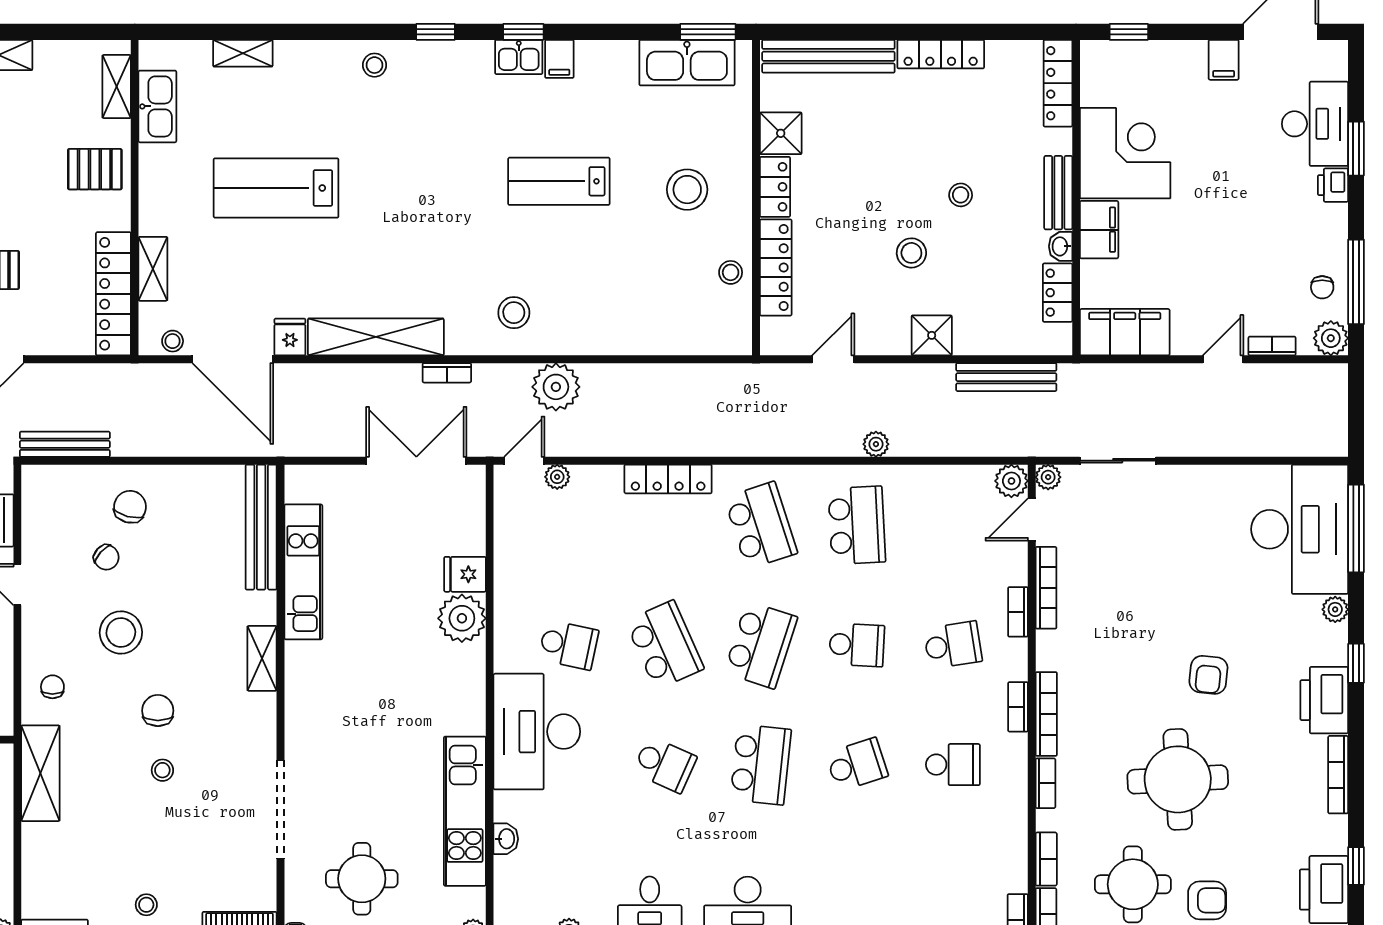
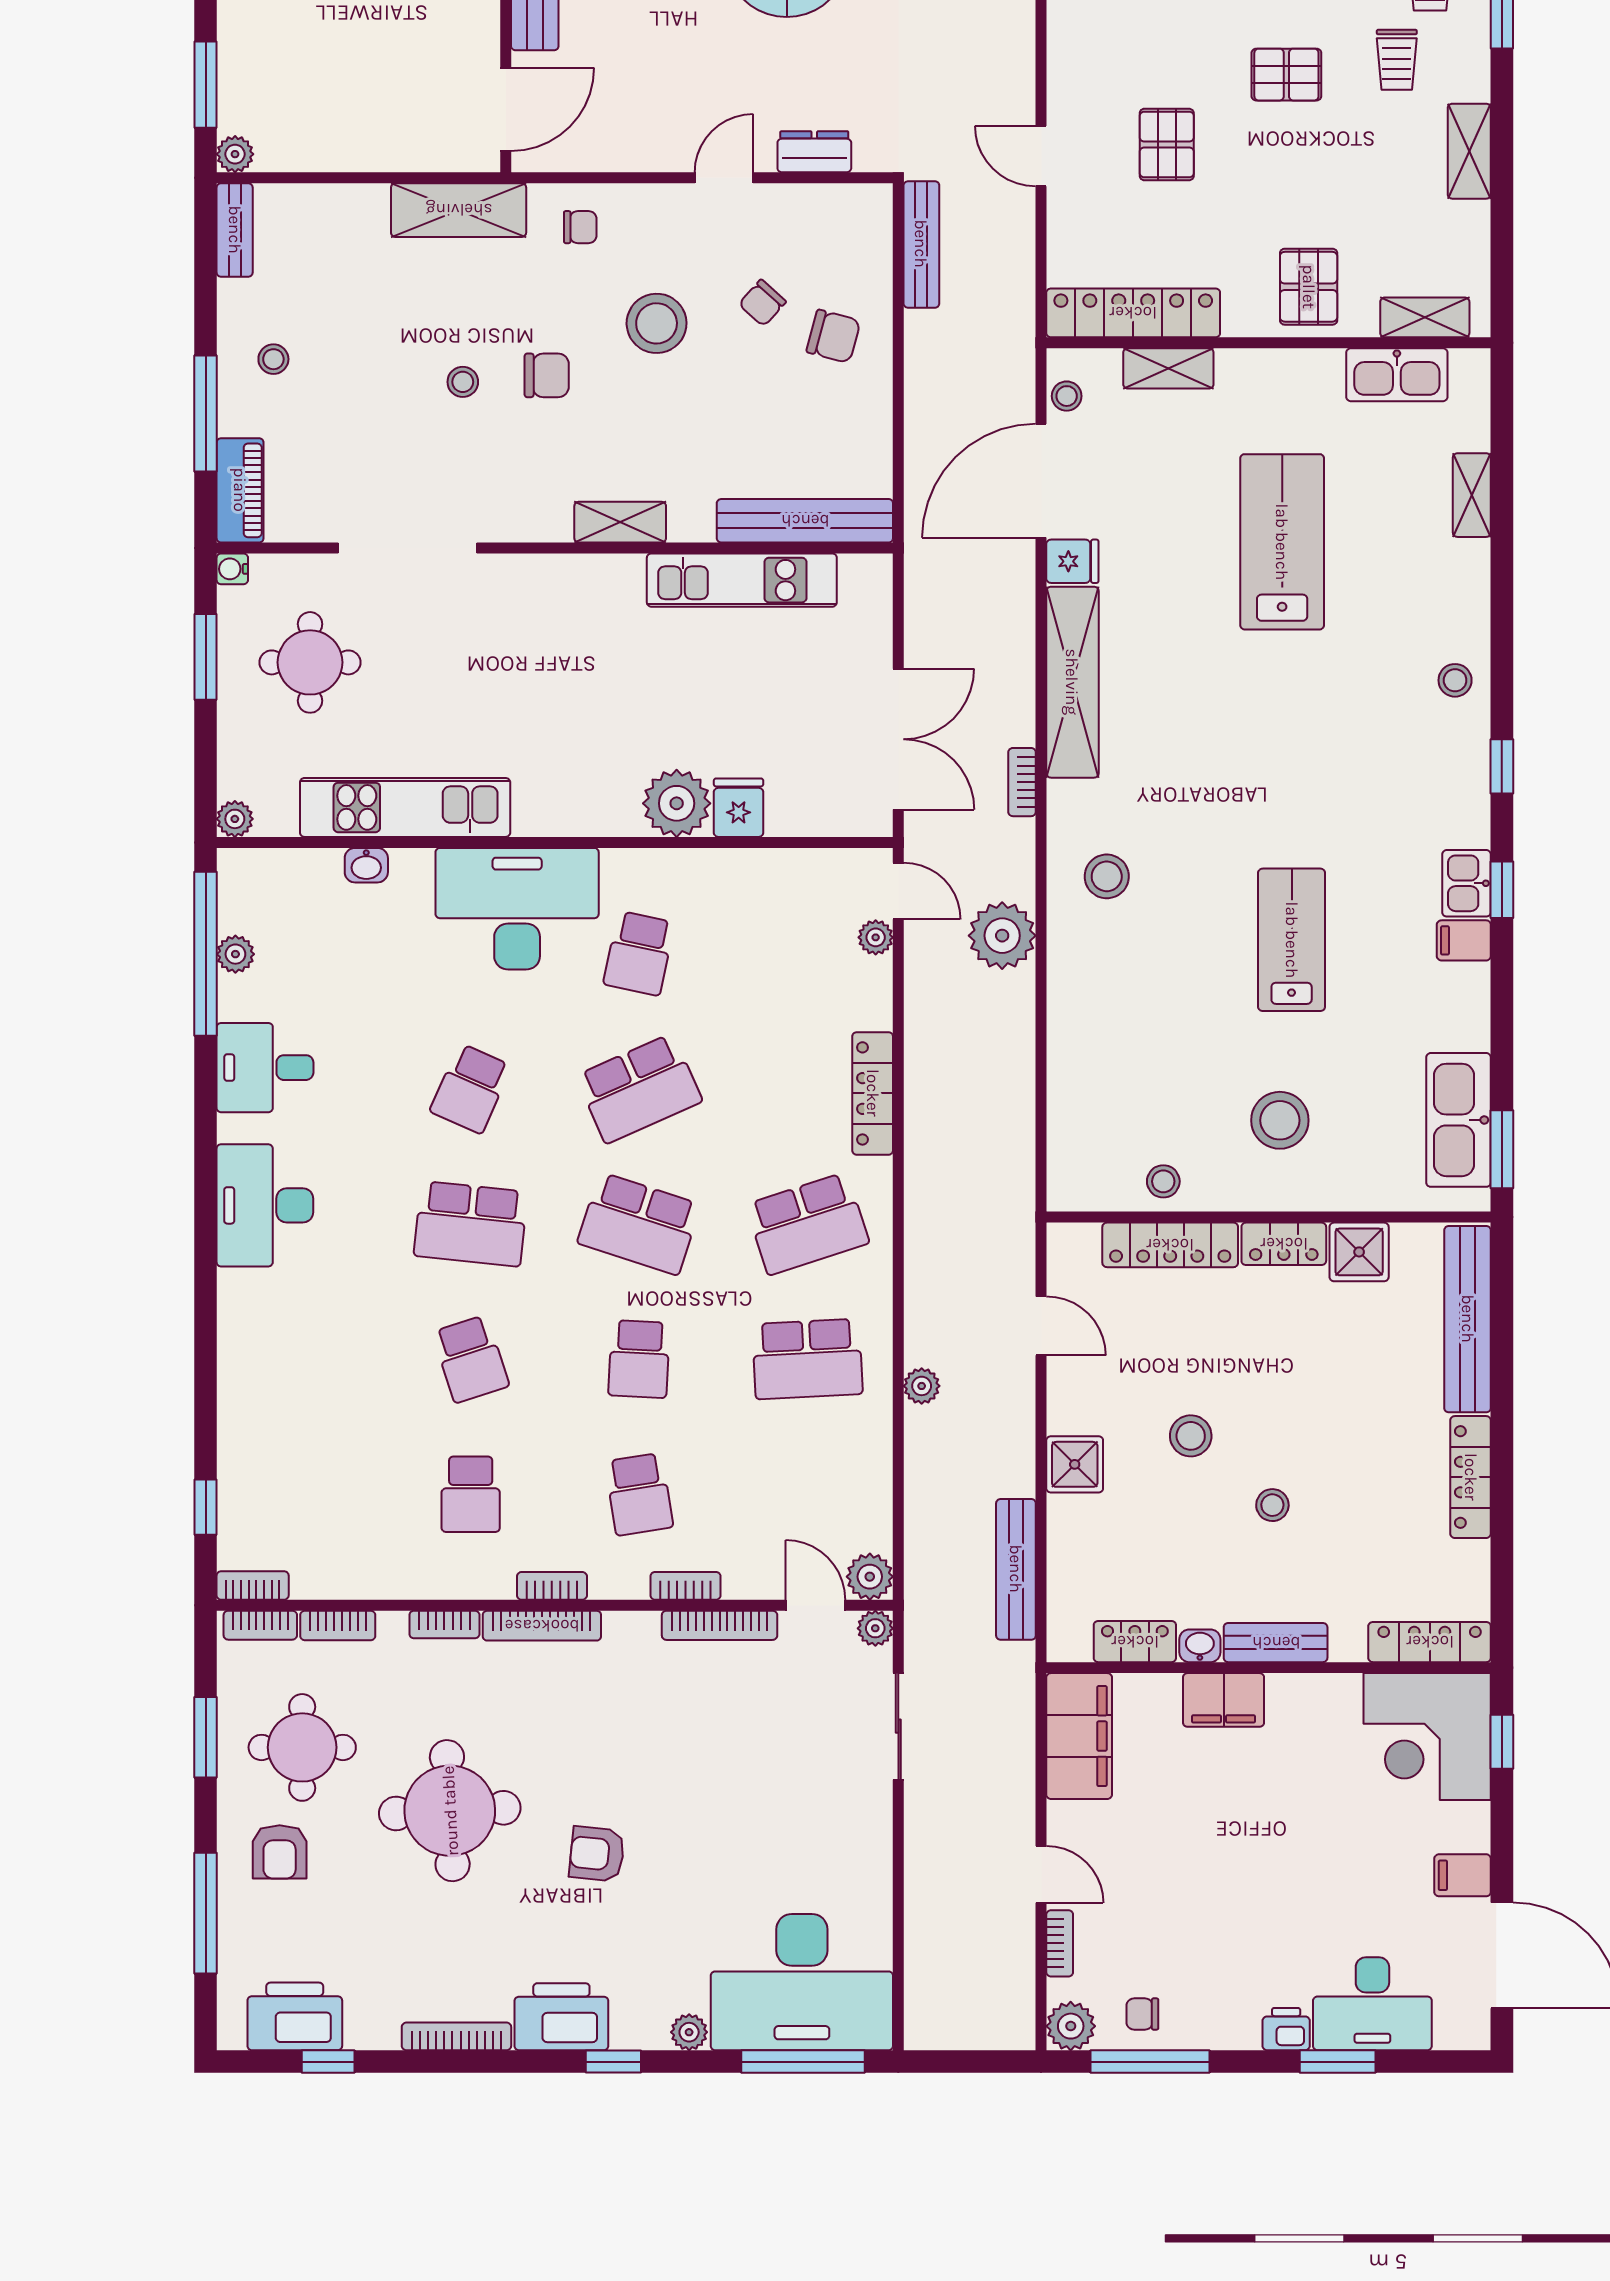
corner desk: (1125, 153) -> (1427, 1737), moved, turned 90

